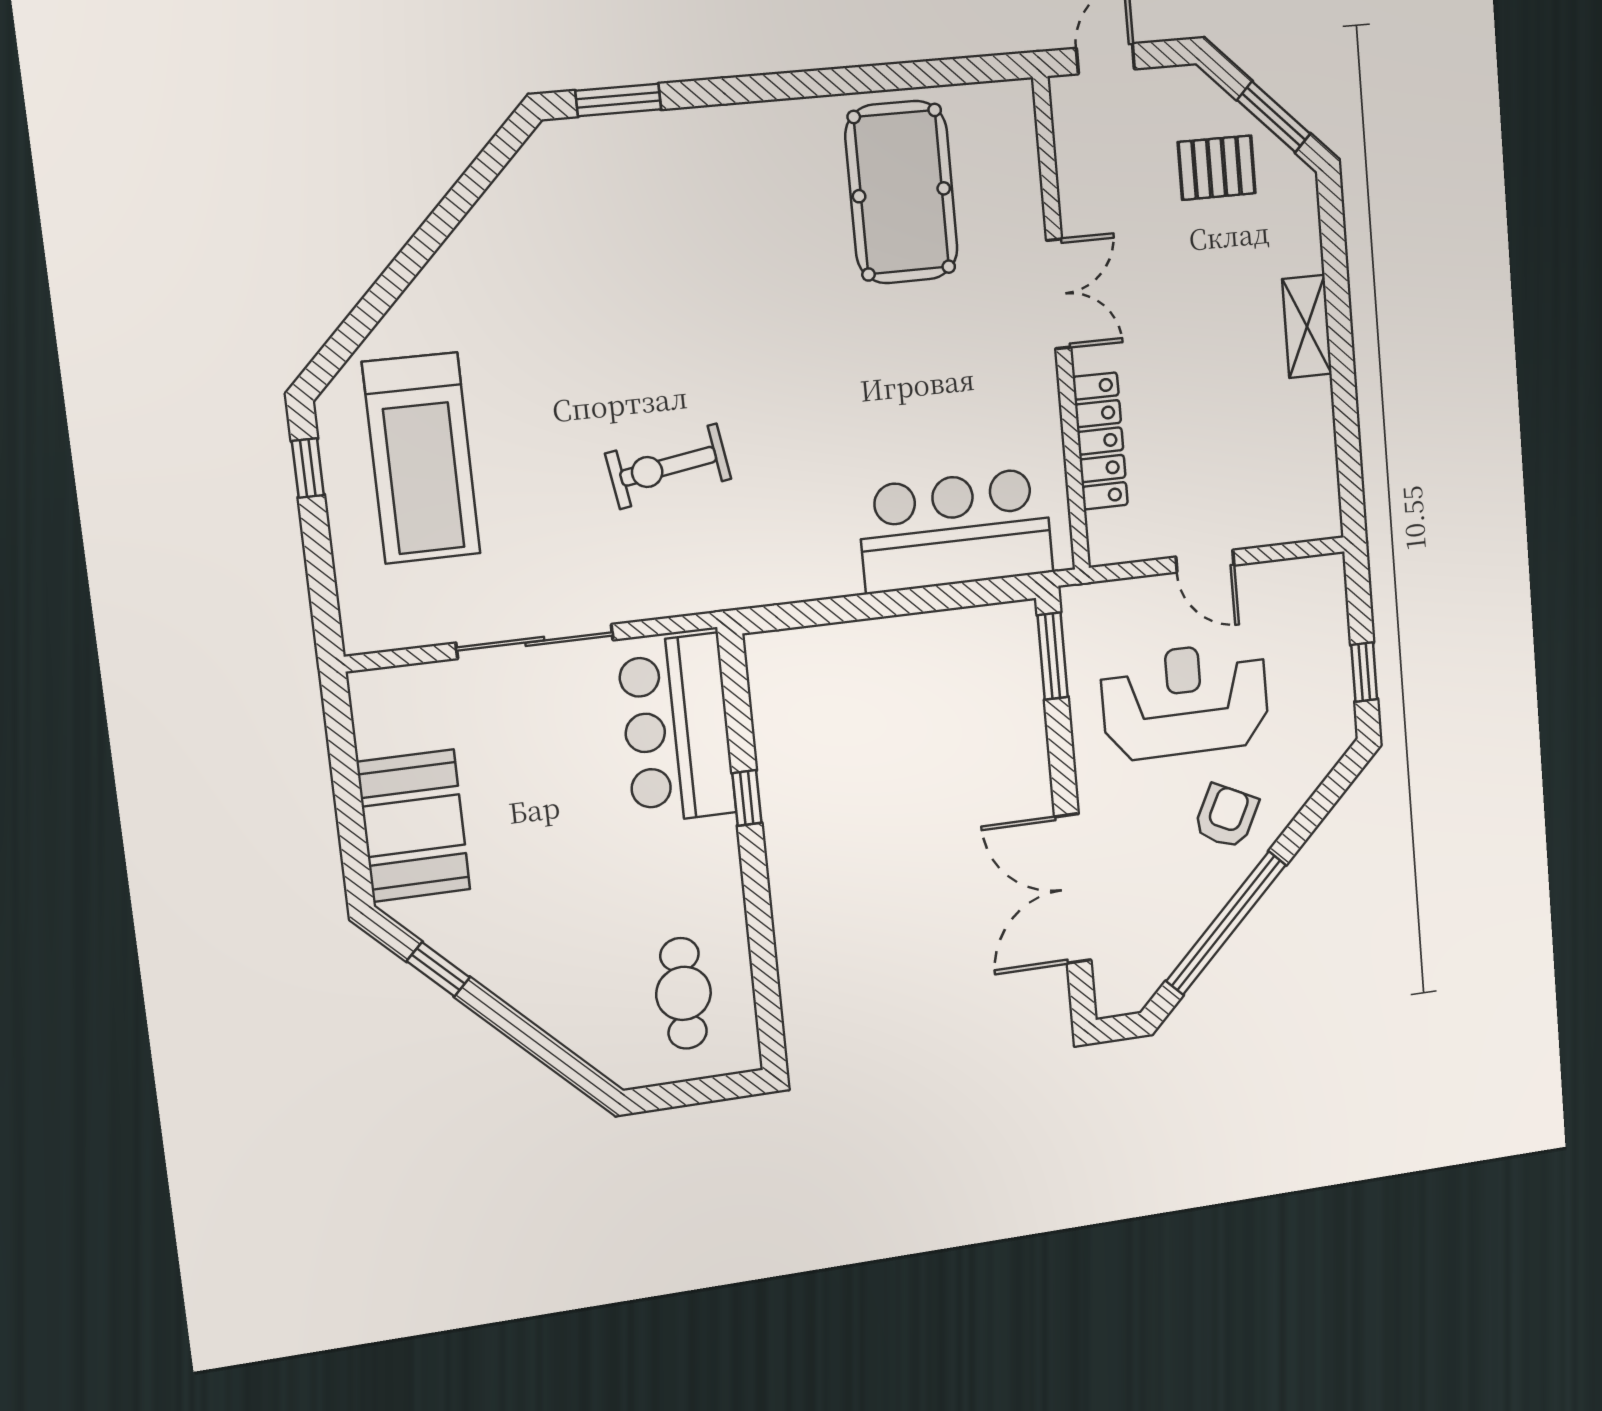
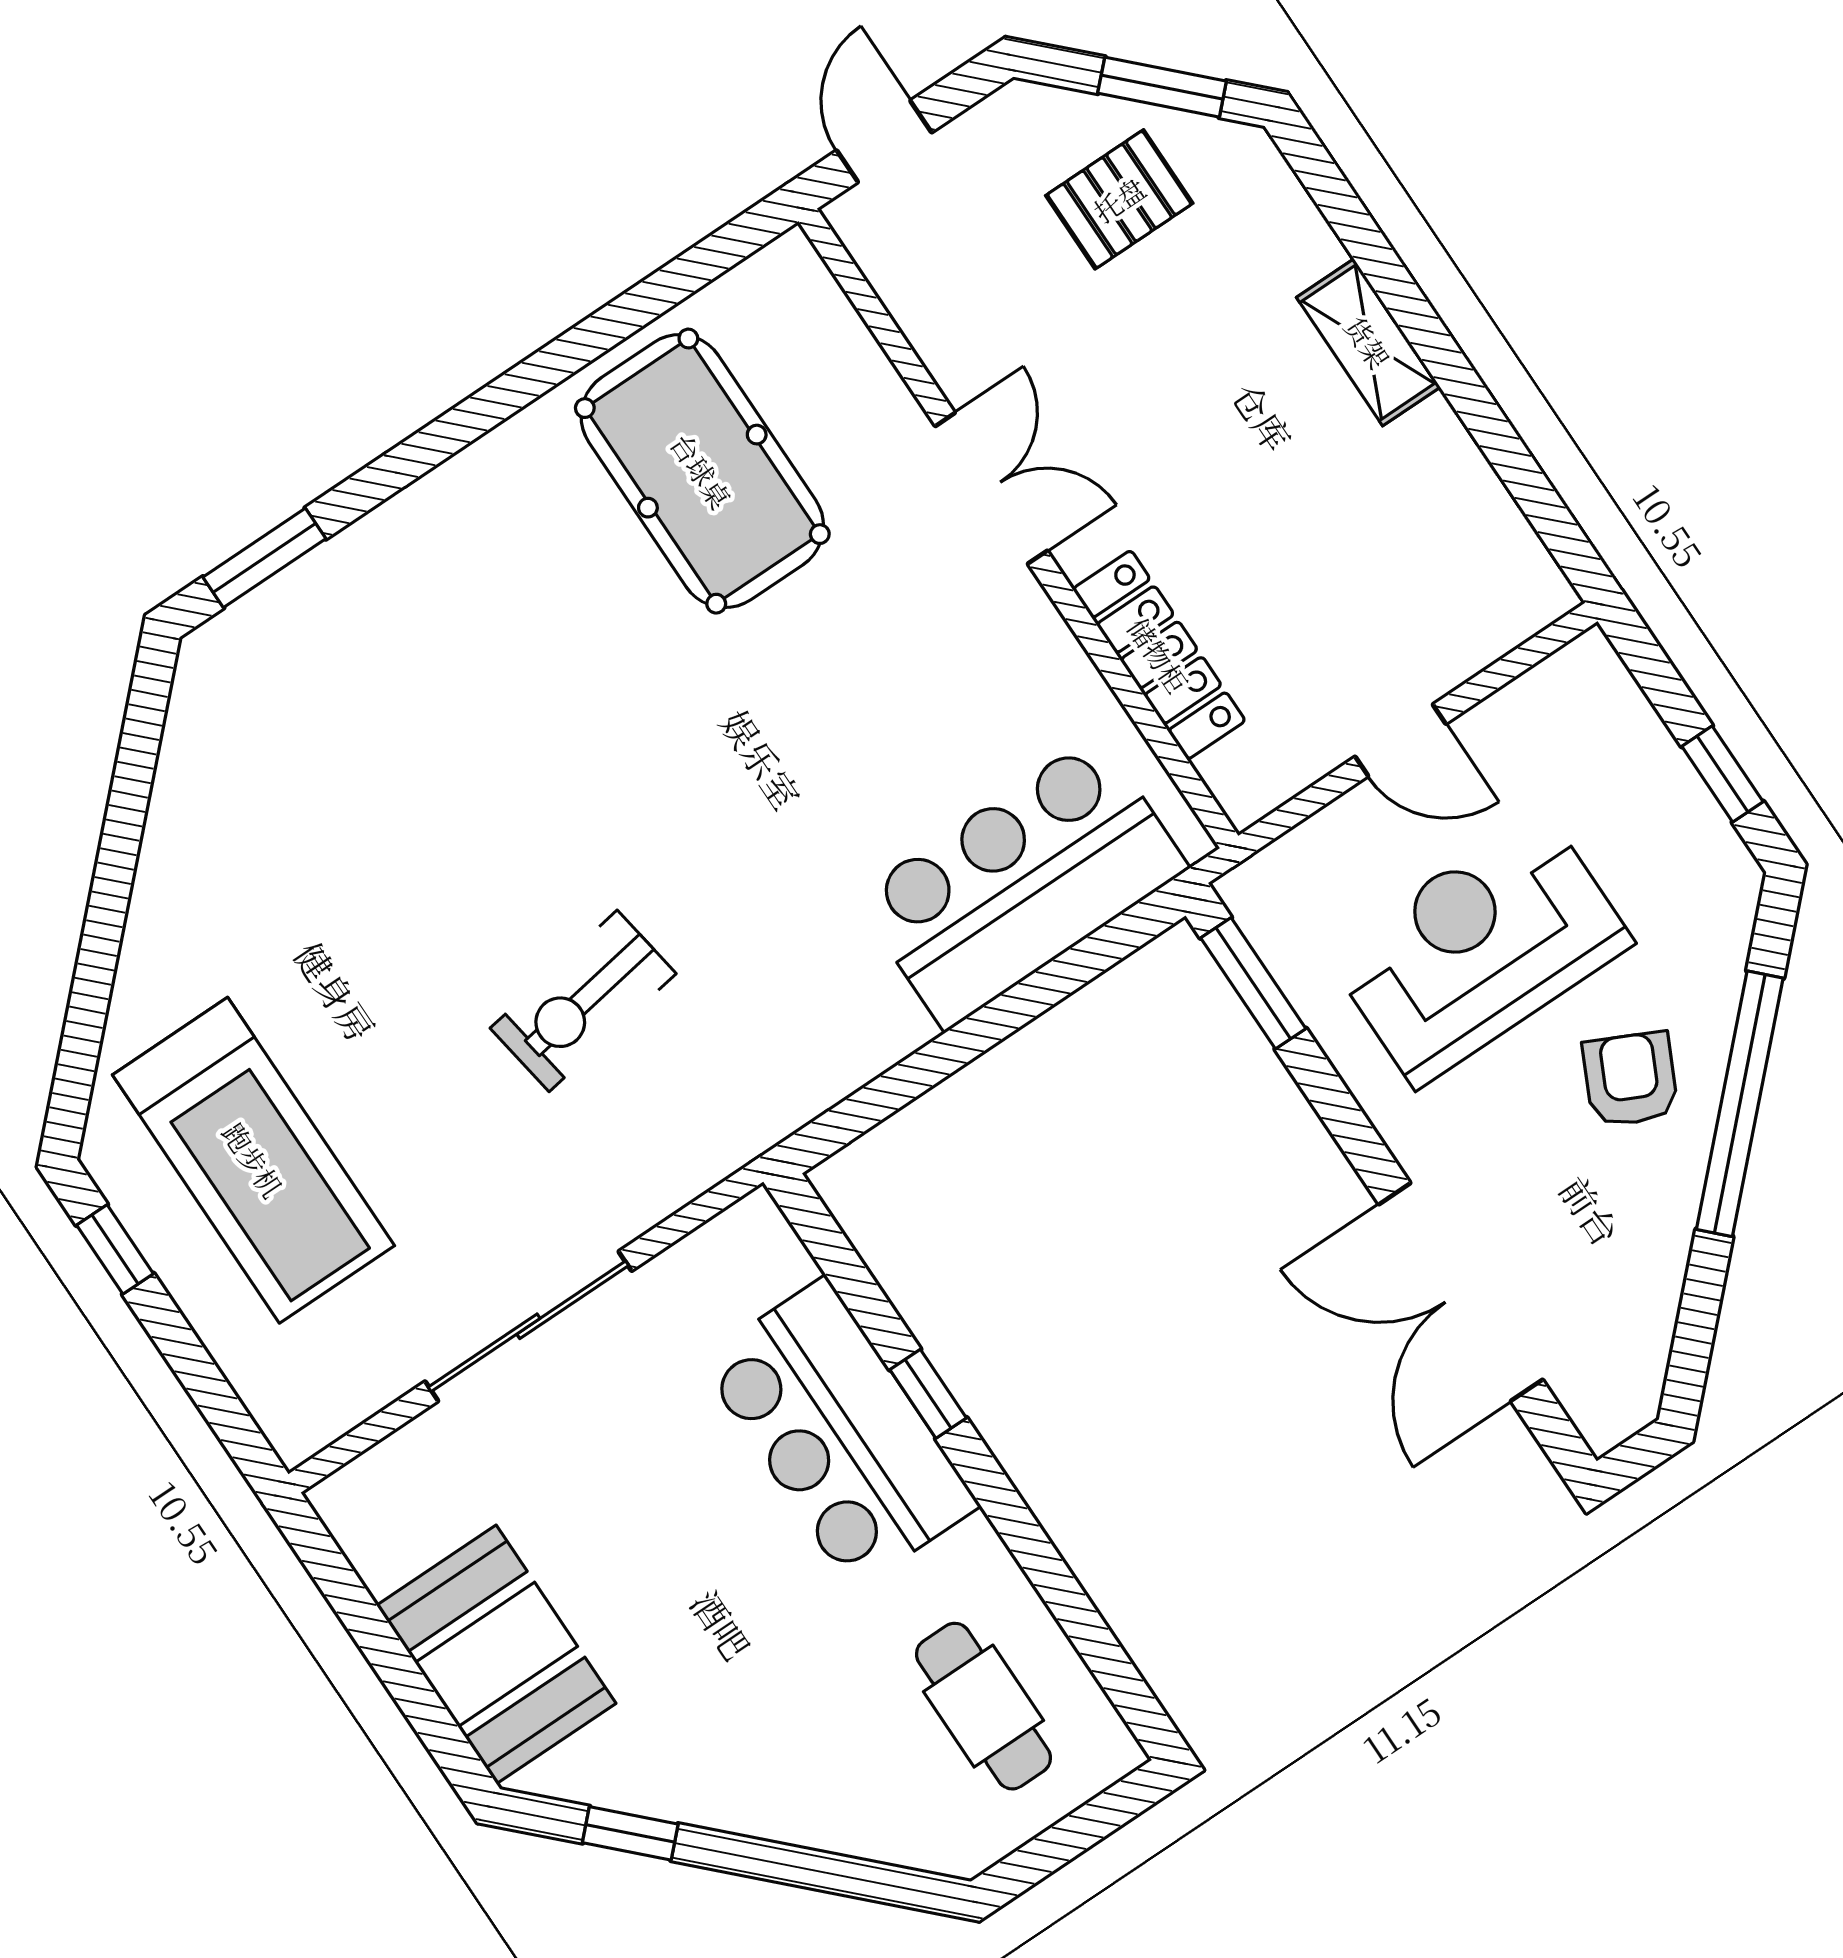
bar counter: (677, 729) -> (839, 1433), moved
window: (1226, 923) -> (1740, 1104), moved

